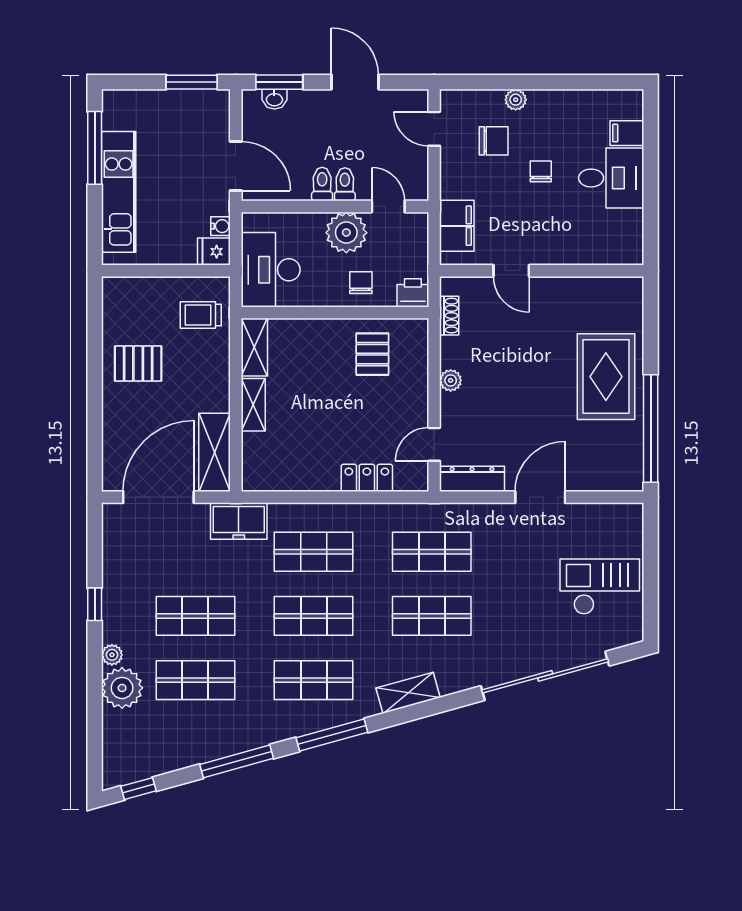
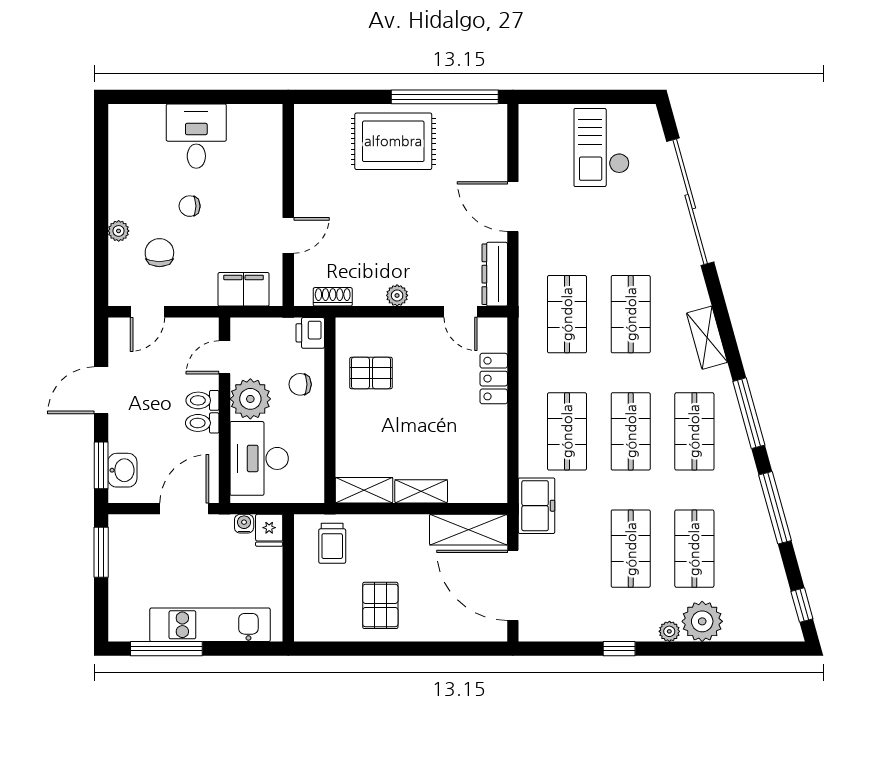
washbasin: (274, 99) -> (122, 470), width x1.38, depth x1.45
filing cabinet: (627, 133) -> (152, 120), removed
desk: (271, 270) -> (259, 458), moved, turned 90

